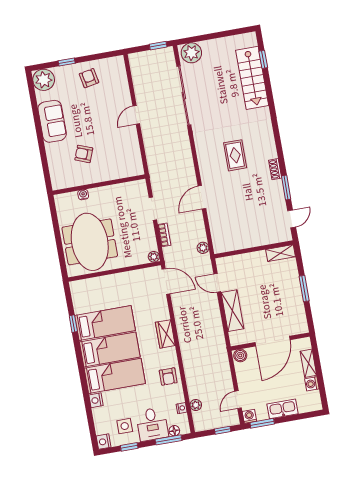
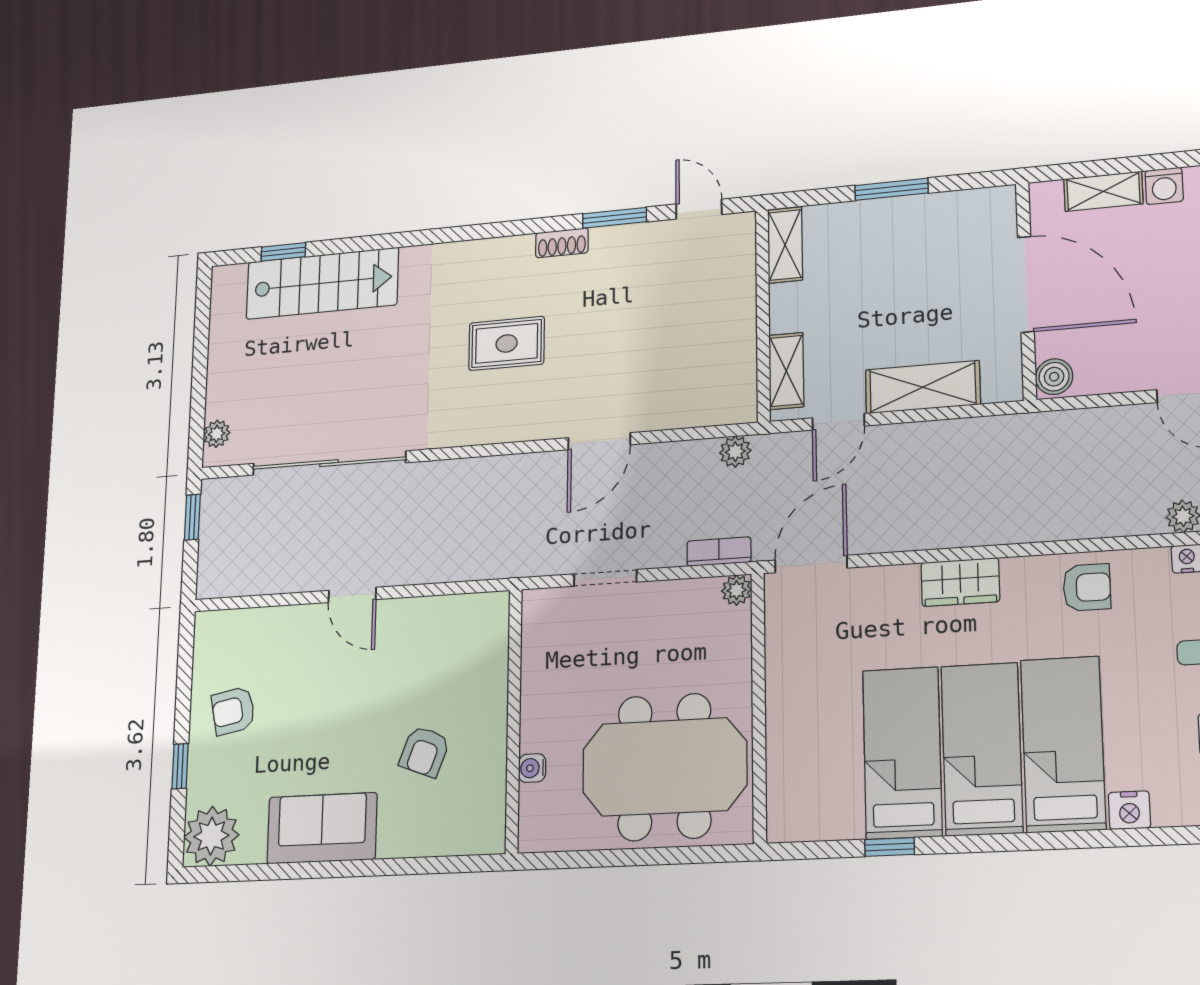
plant: (191, 53) -> (217, 434), width x0.53, depth x0.53
door: (202, 197) -> (599, 441), hinge flipped
bookcase: (164, 235) -> (719, 552), moved
shelving: (234, 261) -> (786, 371), added

